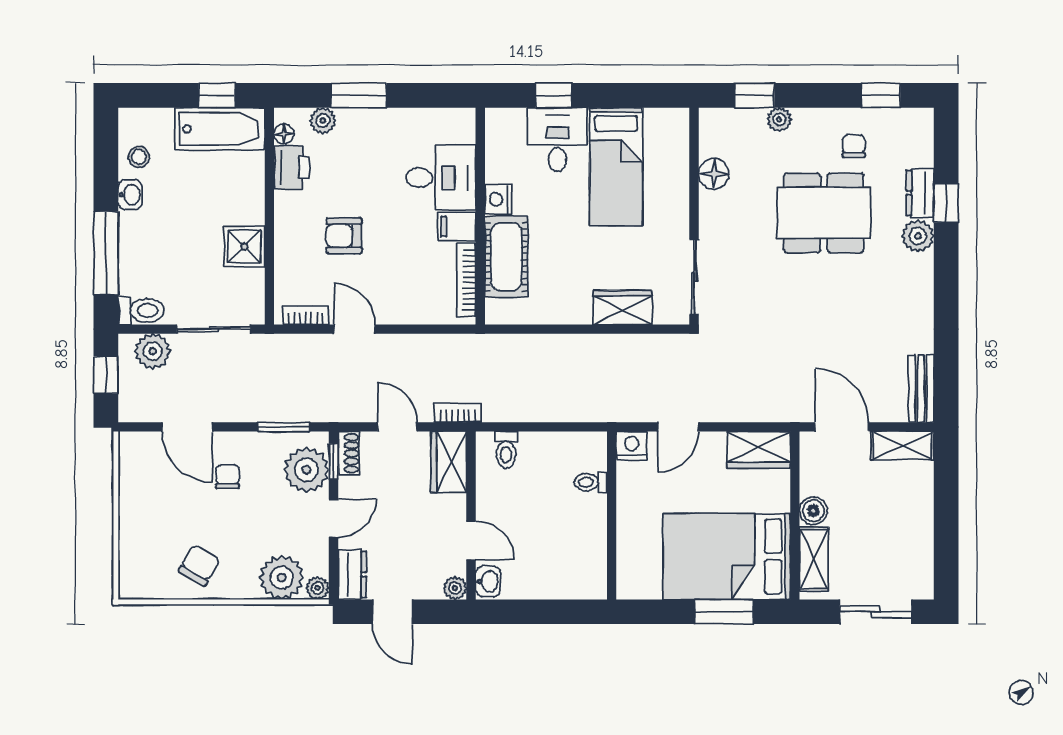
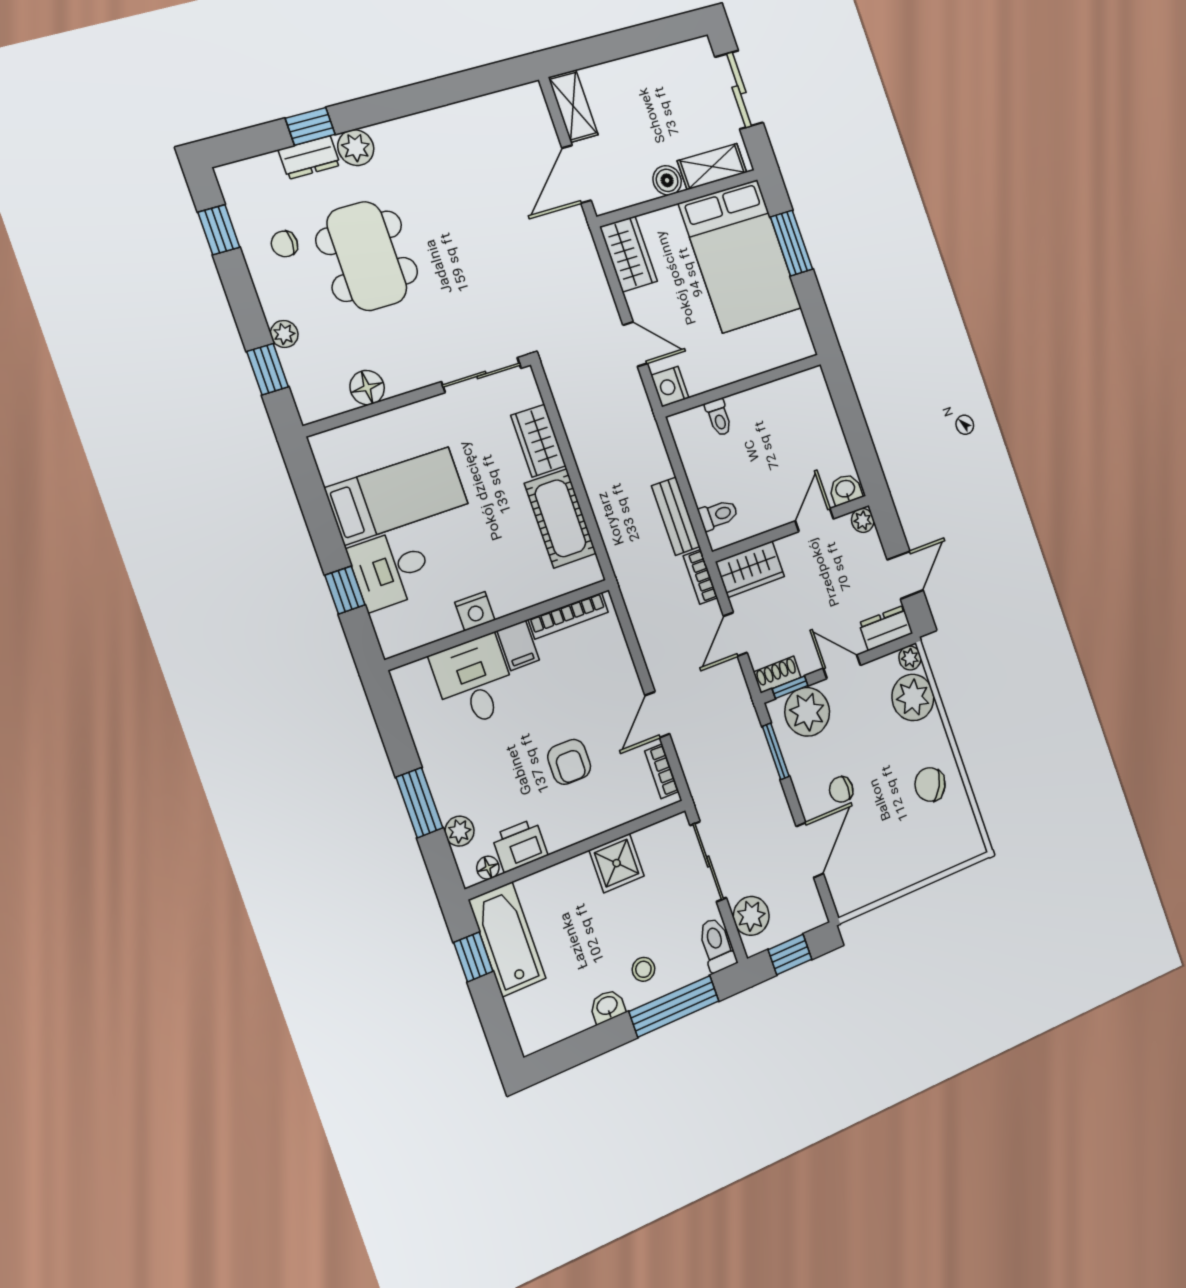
stool: (139, 157) -> (643, 969), moved
cot: (506, 257) -> (560, 518), moved, turned 90
bench: (921, 389) -> (676, 516), moved, turned 90

